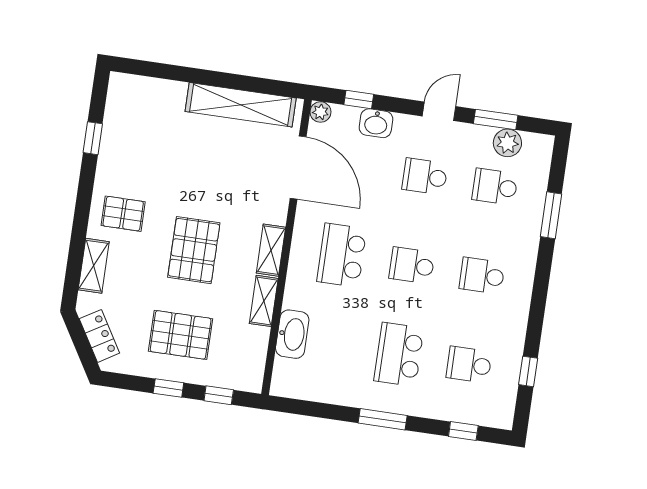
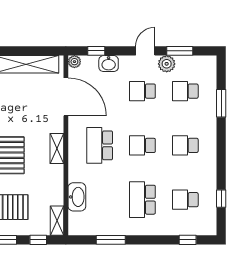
plant: (507, 143) -> (167, 64), moved
shelving: (264, 301) -> (57, 221), moved
window: (383, 419) -> (111, 240), moved

